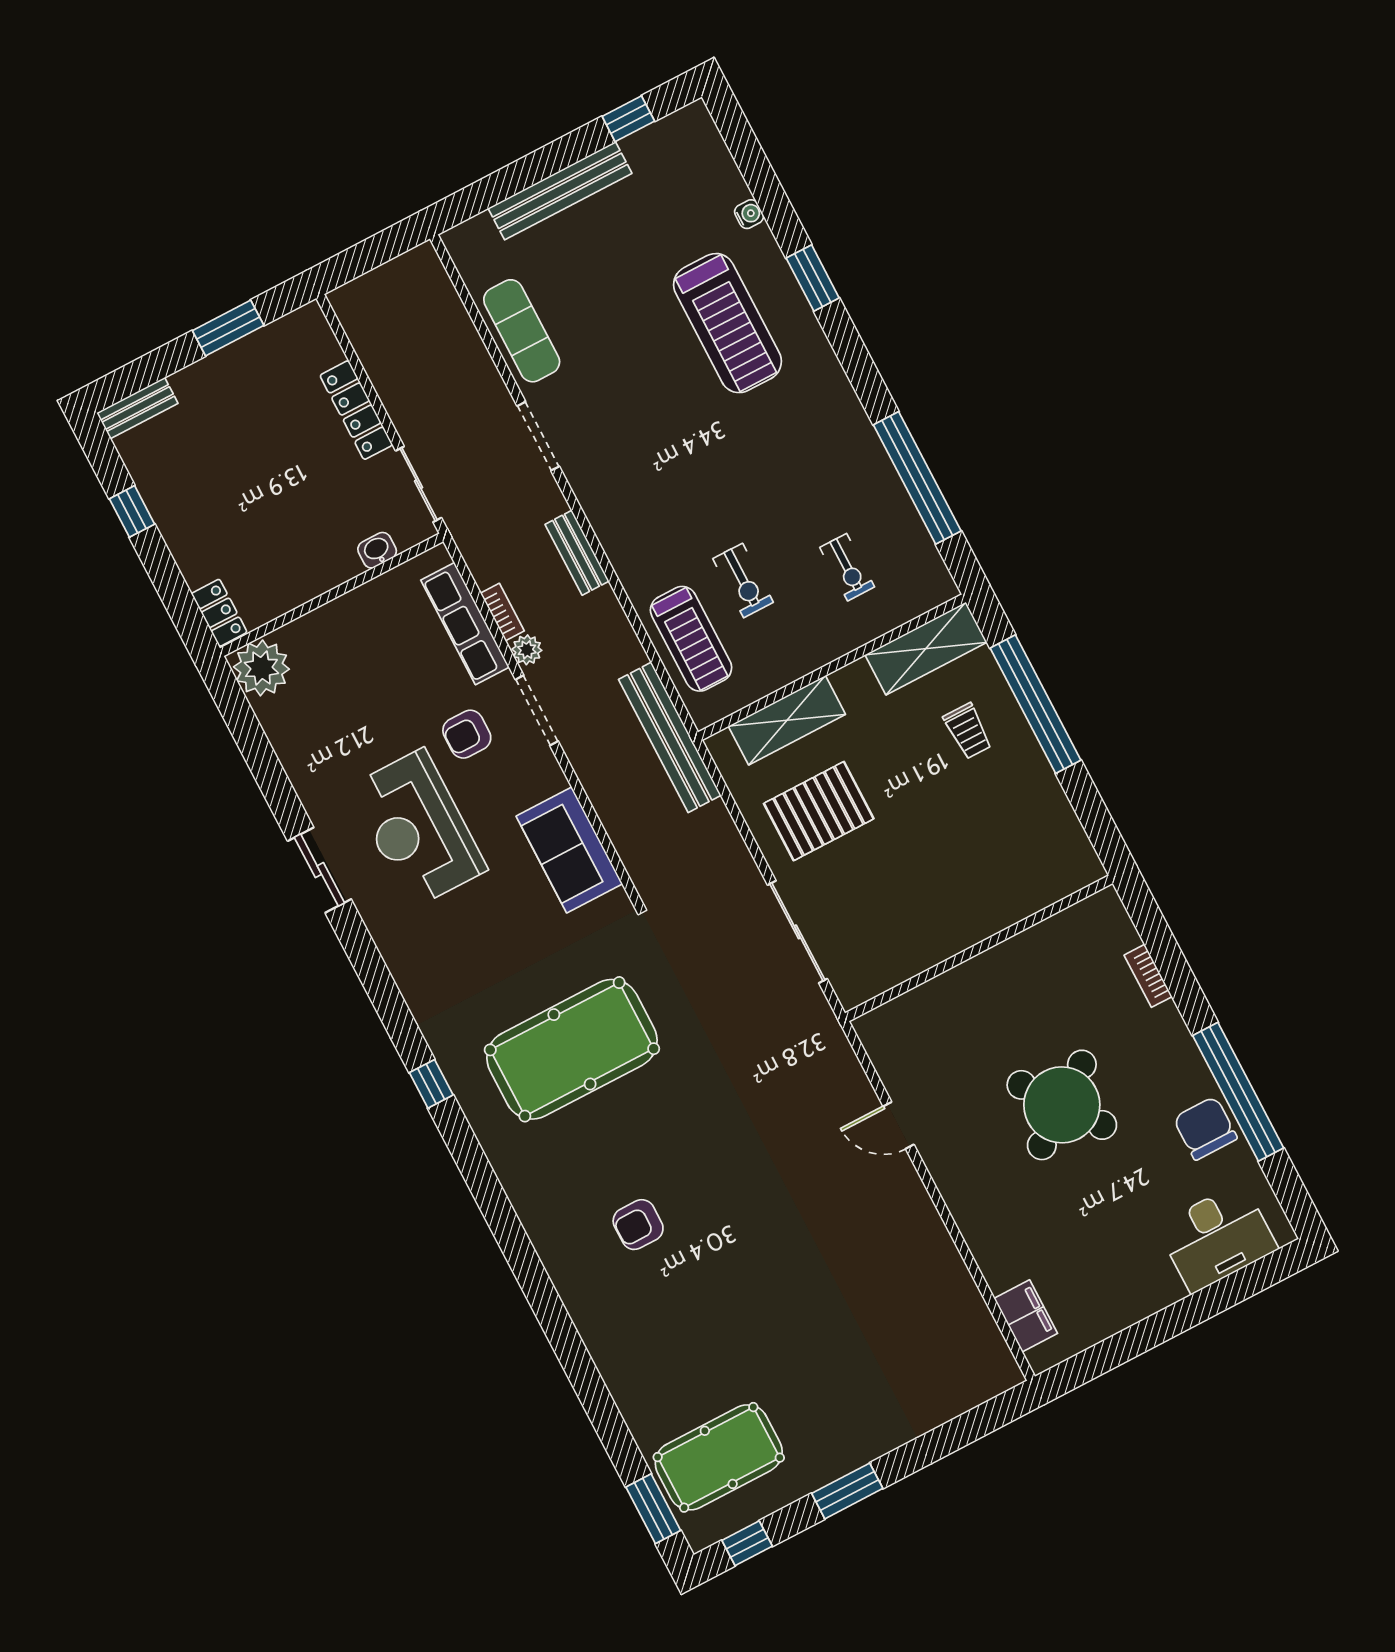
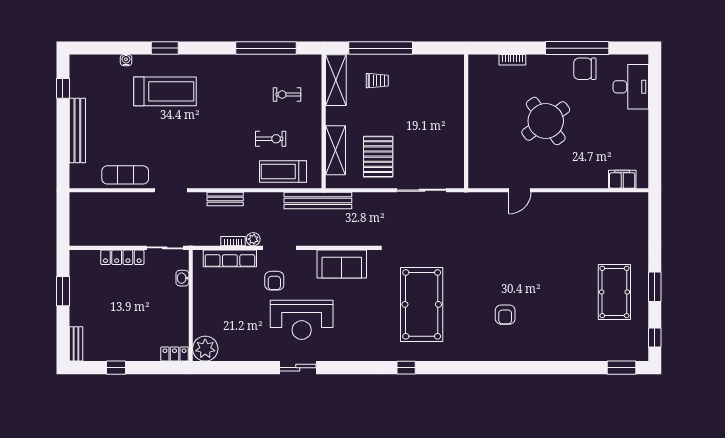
exercise bike: (847, 567) -> (287, 95), turned 180
treadmill: (691, 639) -> (283, 172), turned 180
pool table: (719, 1457) -> (614, 292), moved

